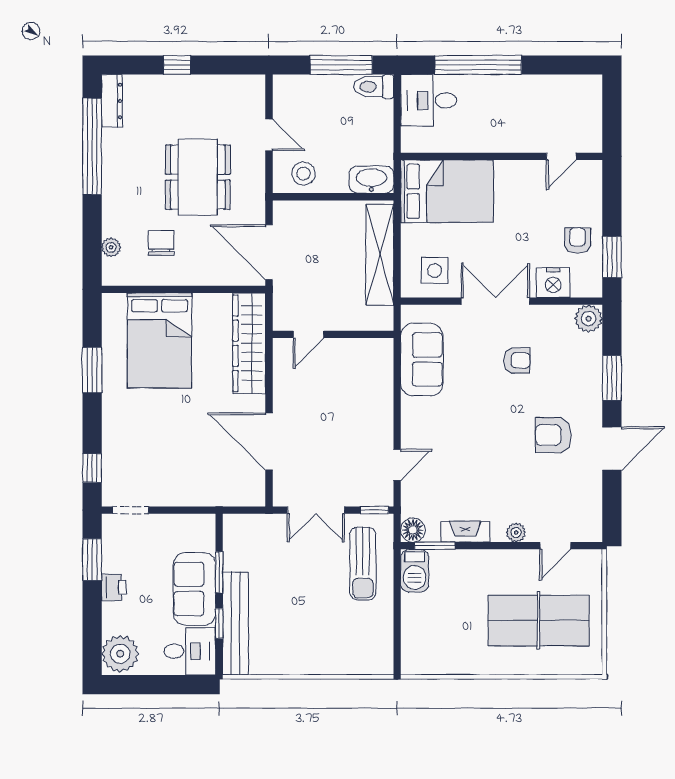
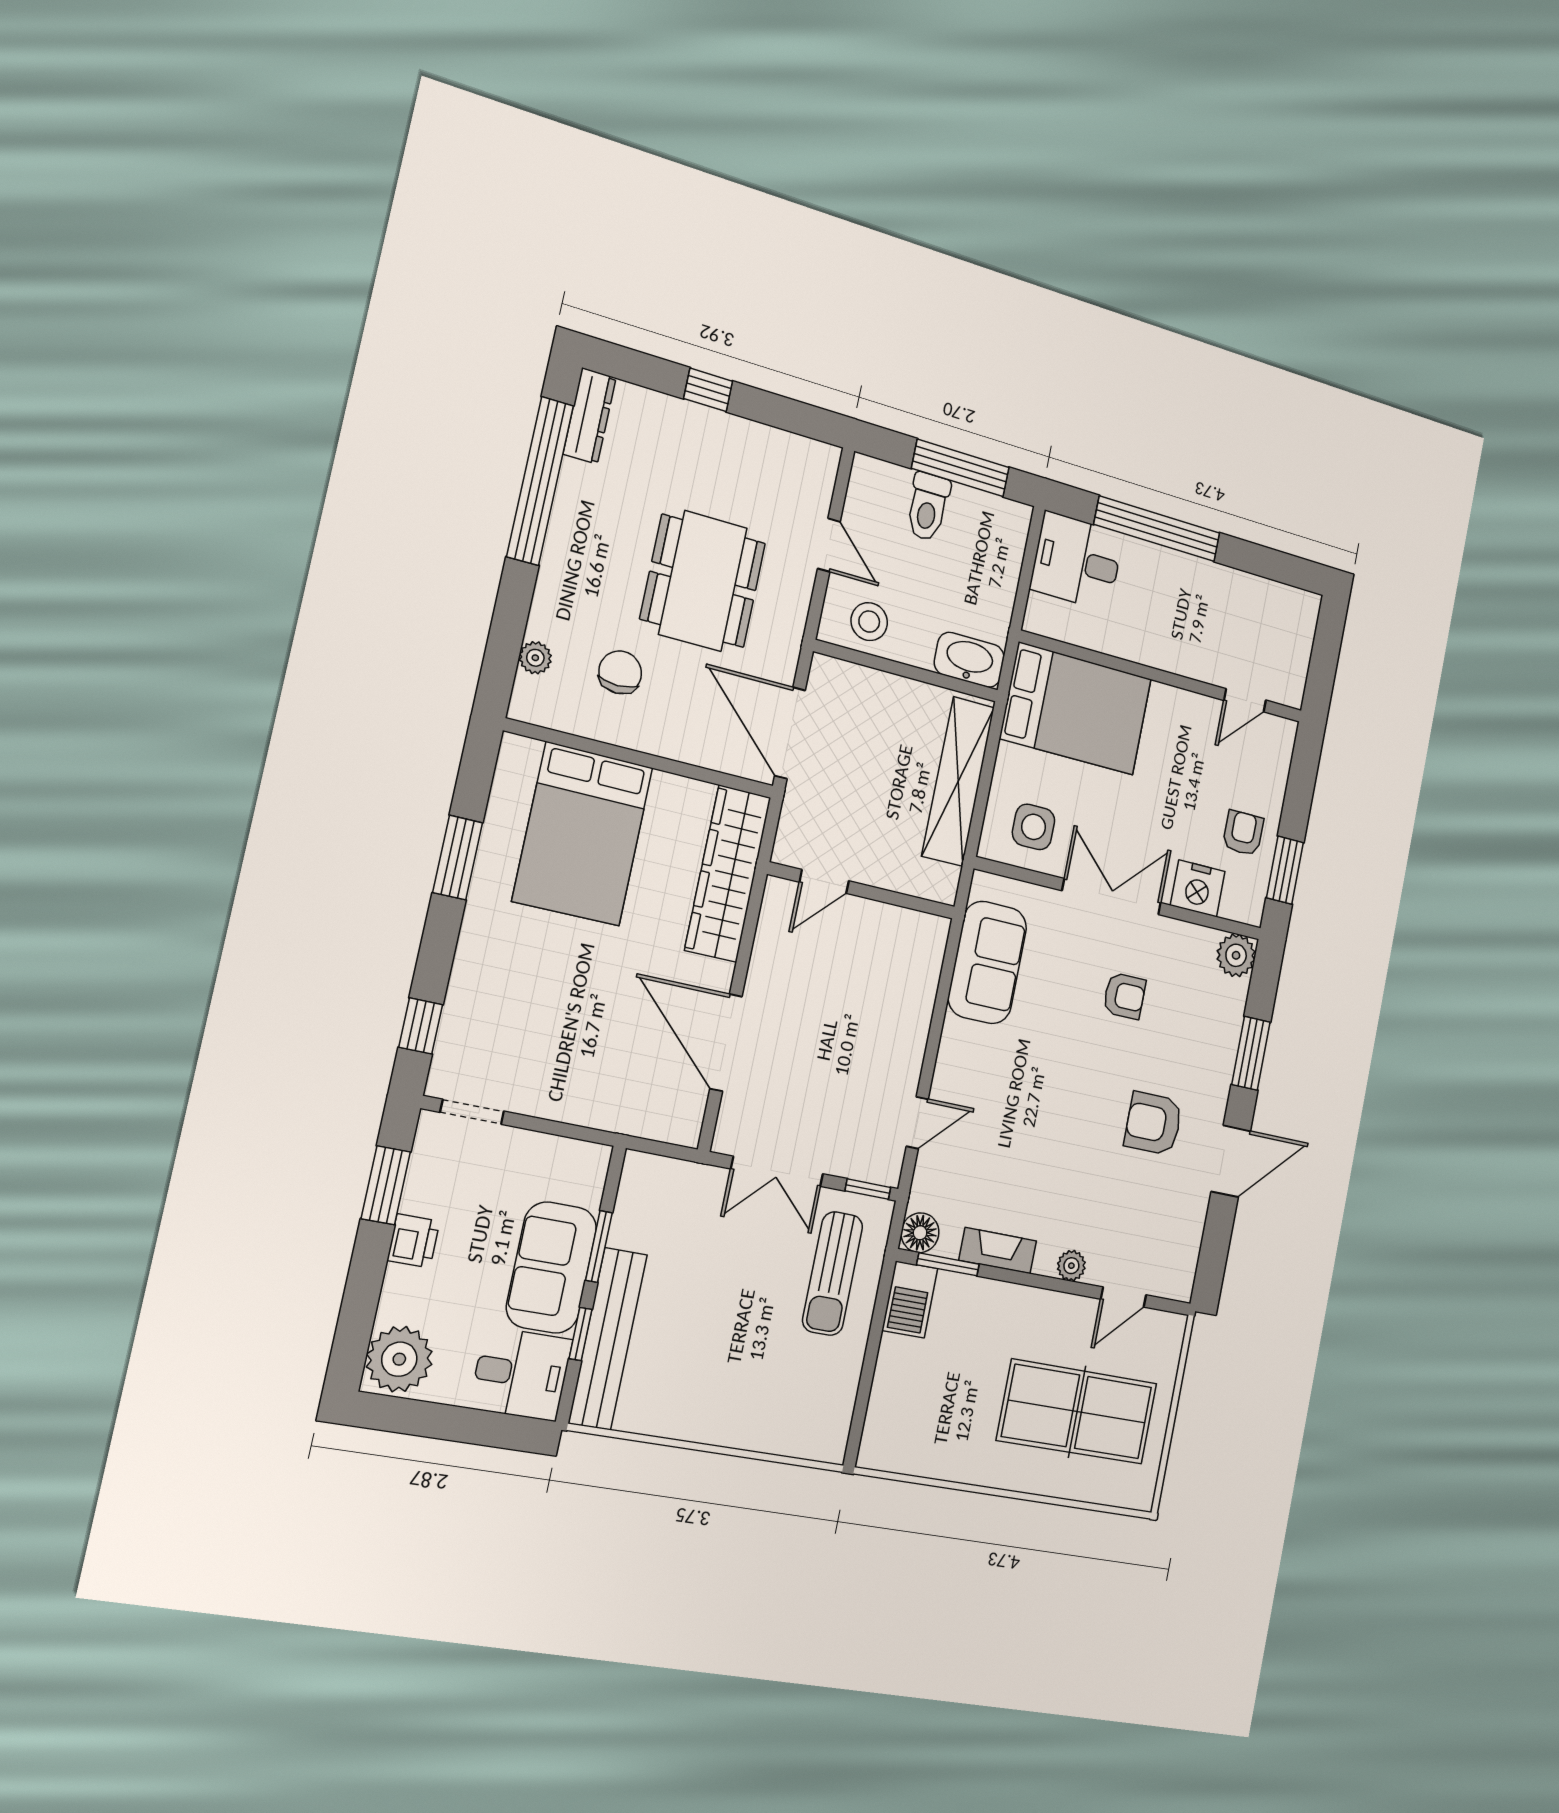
toilet: (374, 87) -> (928, 507), moved, turned -90

